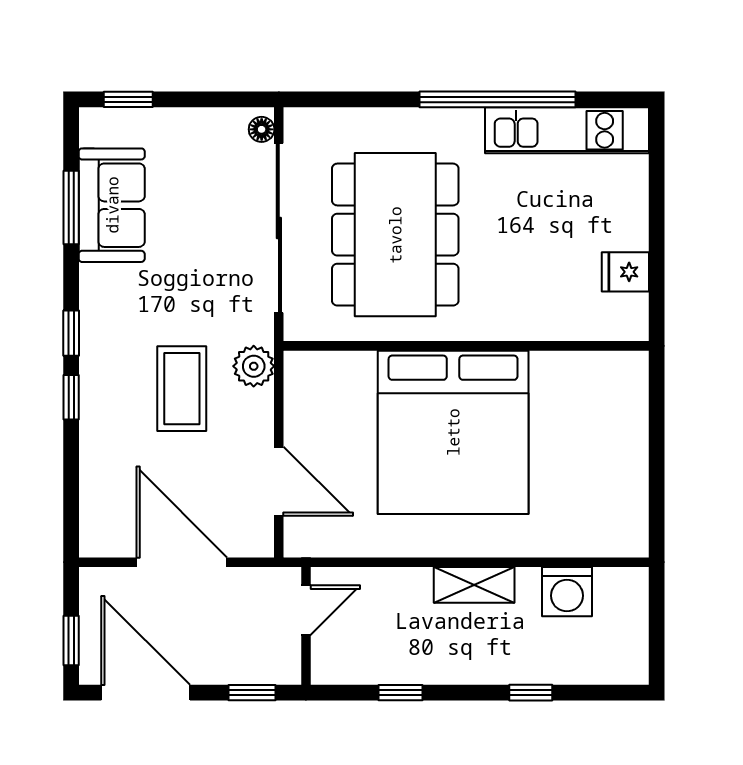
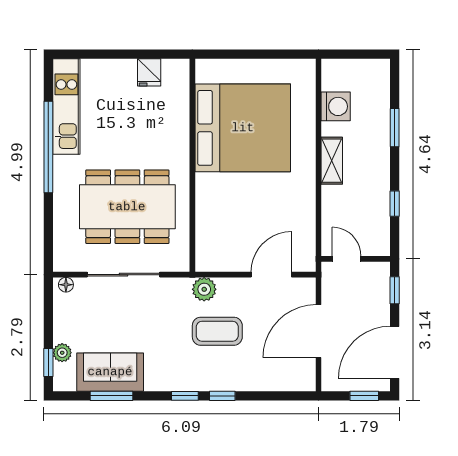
plant: (145, 123) -> (62, 353), added
sliding door: (279, 228) -> (124, 275), width x0.73
bed: (453, 432) -> (243, 128), moved
window: (531, 693) -> (395, 128), width x1.50

